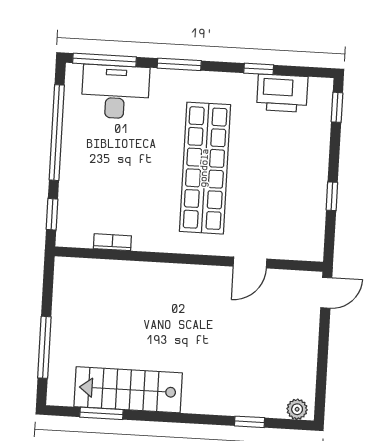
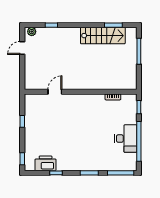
desk: (115, 92) -> (126, 139), moved, turned -90
shop shelf: (205, 168) -> (76, 130), removed
door: (326, 293) -> (22, 48), moved

